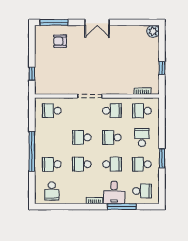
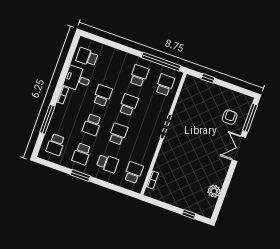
double door: (97, 22) -> (239, 149), moved
plant: (153, 31) -> (214, 191), moved
window: (162, 68) -> (189, 214), moved
school desk: (112, 111) -> (144, 143), removed
window: (32, 151) -> (161, 62), moved
school desk: (52, 164) -> (139, 76), moved
school desk: (142, 164) -> (82, 154), turned 180
desk: (114, 193) -> (77, 79), moved

